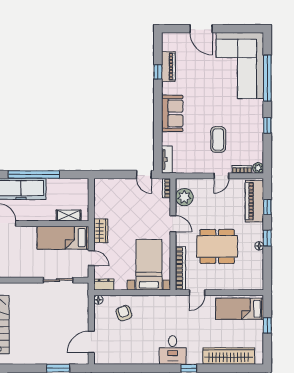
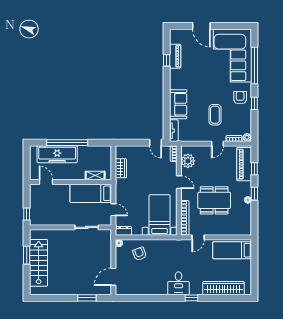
sofa: (172, 113) -> (178, 104), moved
armchair: (249, 118) -> (240, 98), added
wardrobe: (101, 231) -> (121, 168), moved
window: (267, 325) -> (254, 264), removed

